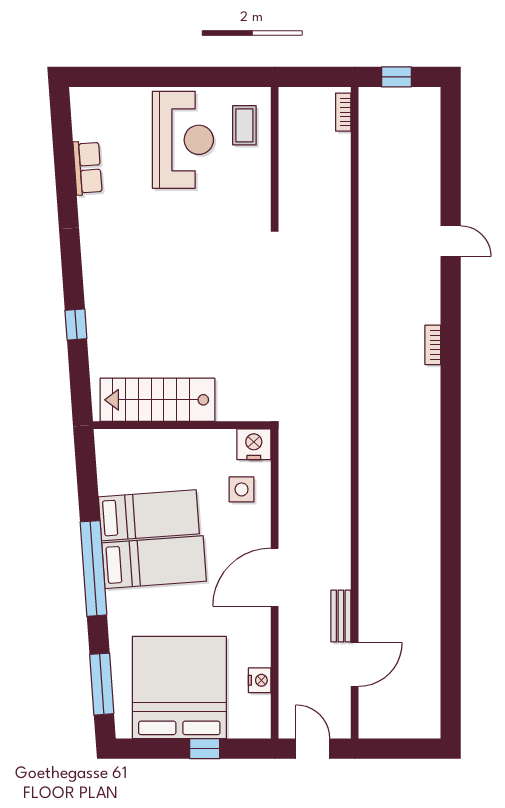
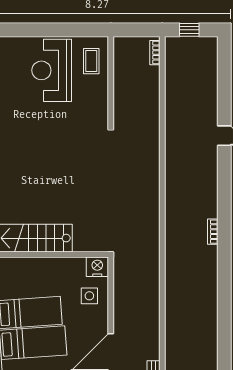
reception desk: (183, 140) -> (52, 70), turned 180
bookcase: (433, 345) -> (213, 232), moved

